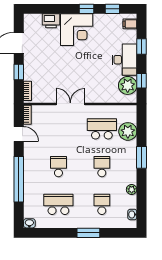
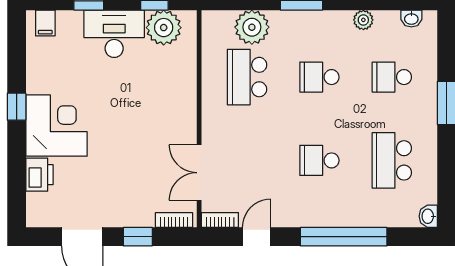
window: (112, 9) -> (17, 57), removed
double door: (70, 104) -> (199, 173), moved

